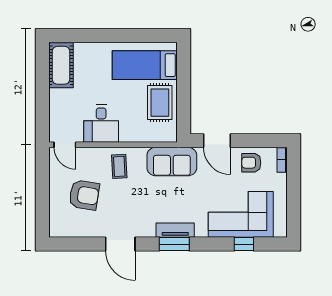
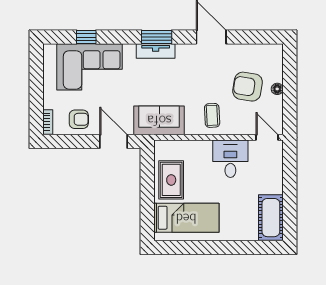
floor lamp: (55, 193) -> (277, 89), added

